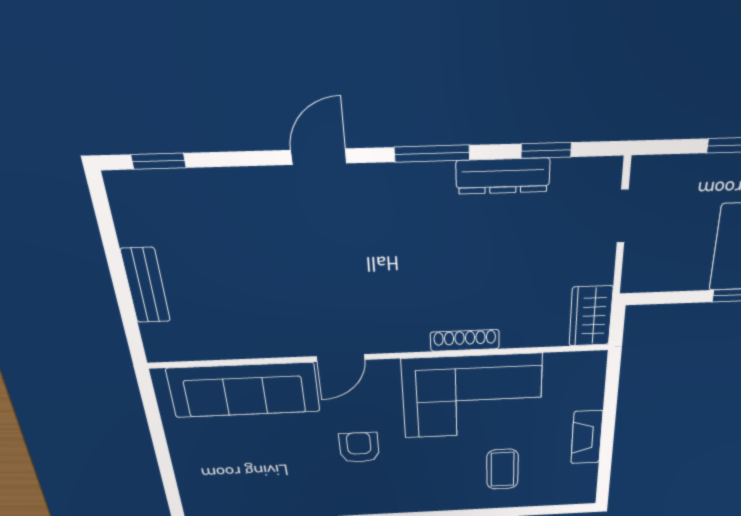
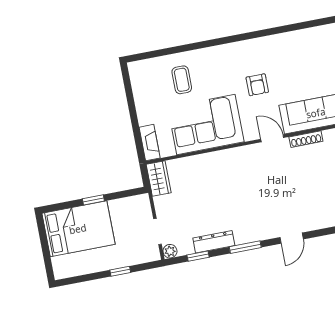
plant: (607, 171) -> (170, 251), added
shoe rack: (465, 340) -> (306, 139), moved
door: (341, 358) -> (272, 138), hinge flipped
fireplace: (587, 437) -> (150, 143), moved

